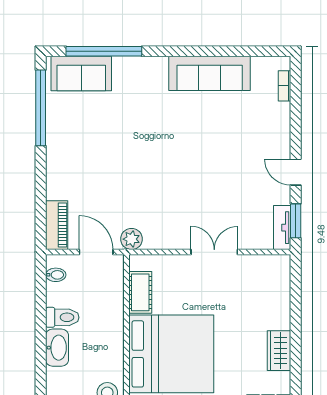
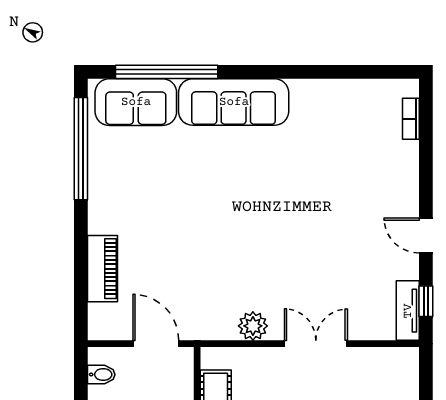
sofa: (210, 73) -> (234, 102), moved
window: (296, 221) -> (426, 301), width x0.67
piano: (57, 225) -> (102, 269), moved
plant: (131, 239) -> (253, 326), moved

